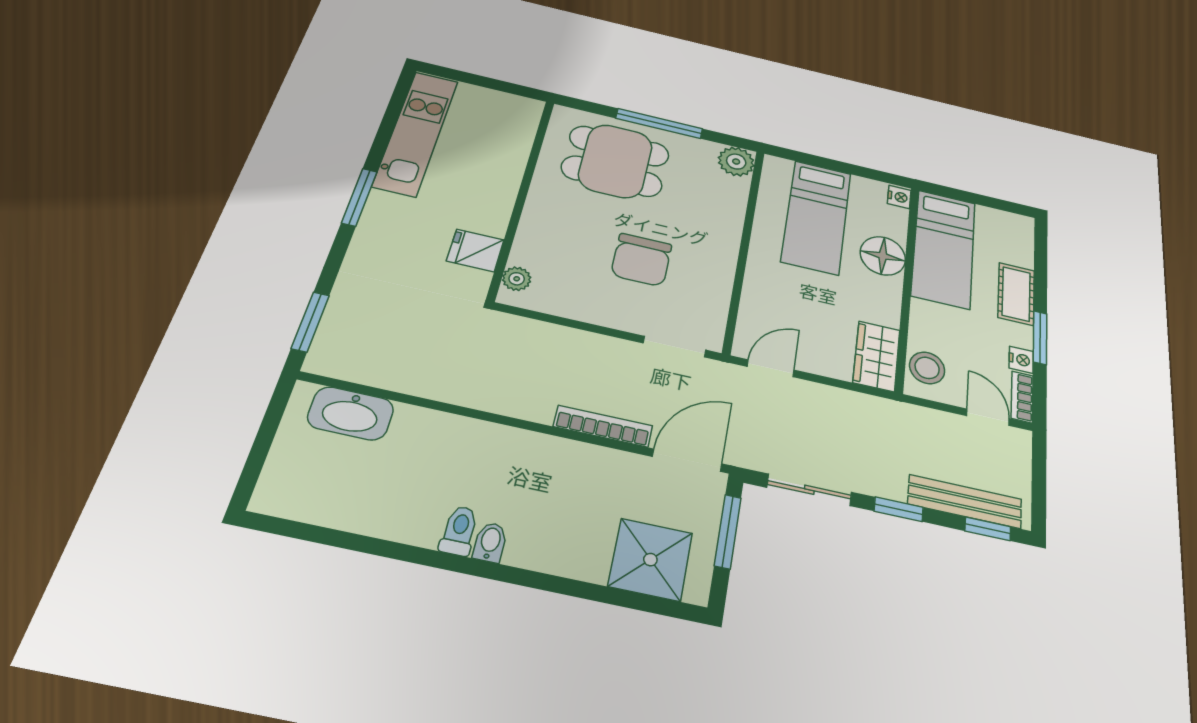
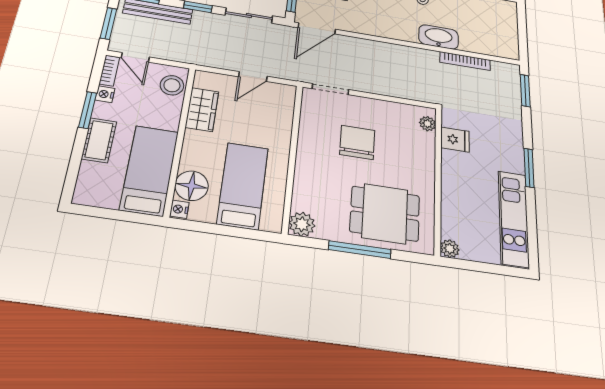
plant: (529, 109) -> (450, 249), added
floor lamp: (883, 256) -> (192, 186), moved
wardrobe: (877, 356) -> (202, 110), moved
door: (771, 368) -> (253, 77), moved
washbasin: (351, 413) -> (439, 37), moved
bookcase: (603, 426) -> (465, 61), moved
window: (1039, 480) -> (109, 23), added

